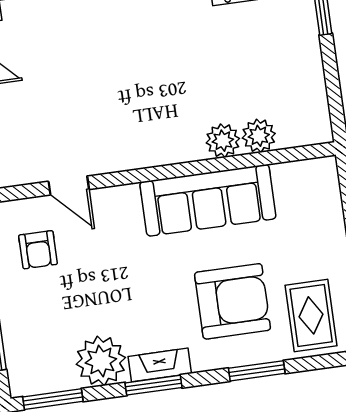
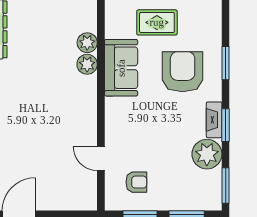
door: (69, 185) -> (101, 159), swing flipped
sofa: (208, 200) -> (121, 68), width x0.73
rug: (311, 315) -> (157, 22), moved

